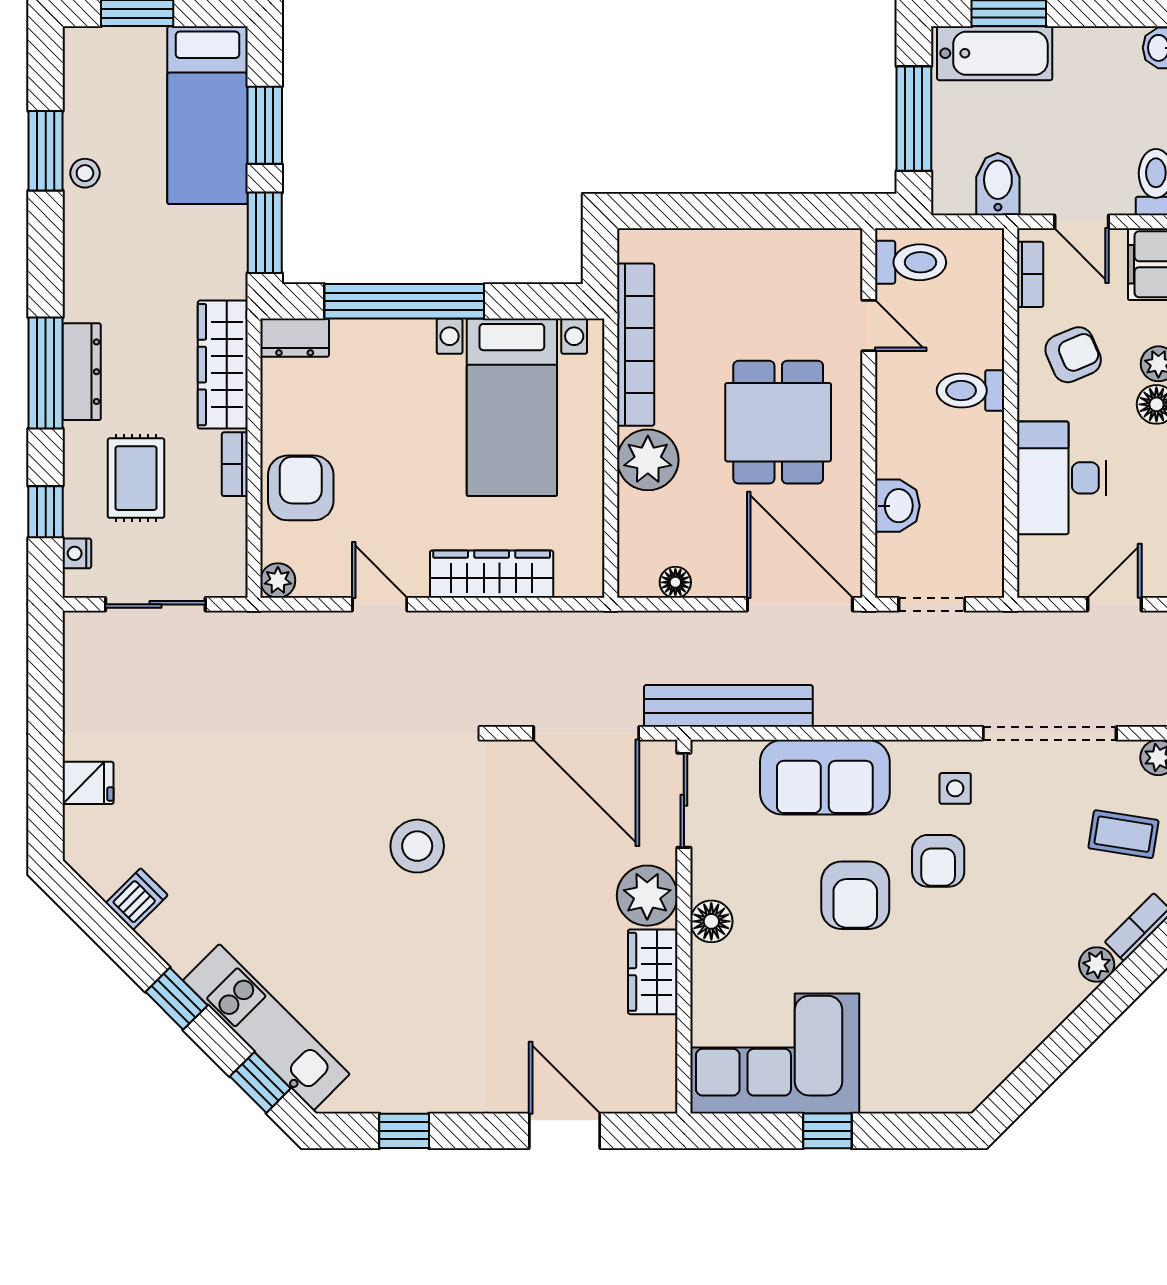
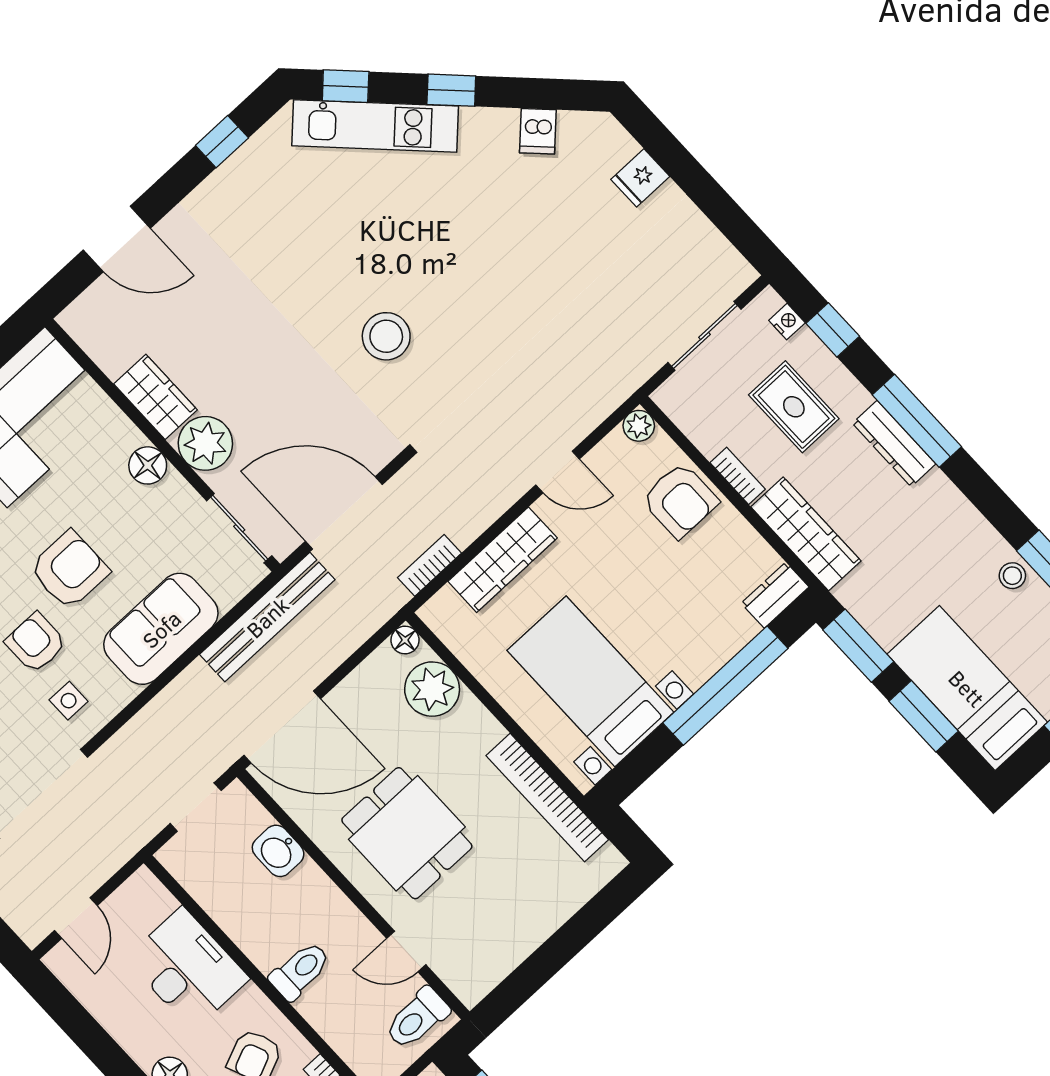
plant: (648, 460) -> (432, 689), moved
floor lamp: (675, 582) -> (405, 640), moved
bookcase: (556, 625) -> (429, 565), added
armchair: (855, 895) -> (69, 570), turned 90

